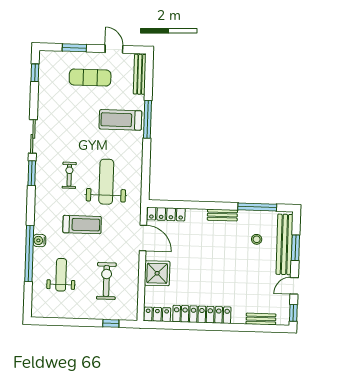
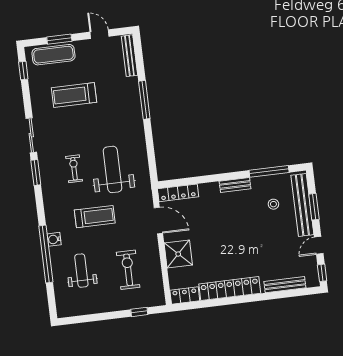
exercise mat: (90, 77) -> (53, 55), moved
treadmill: (120, 120) -> (74, 95), moved
bench: (261, 319) -> (285, 285), width x1.36

